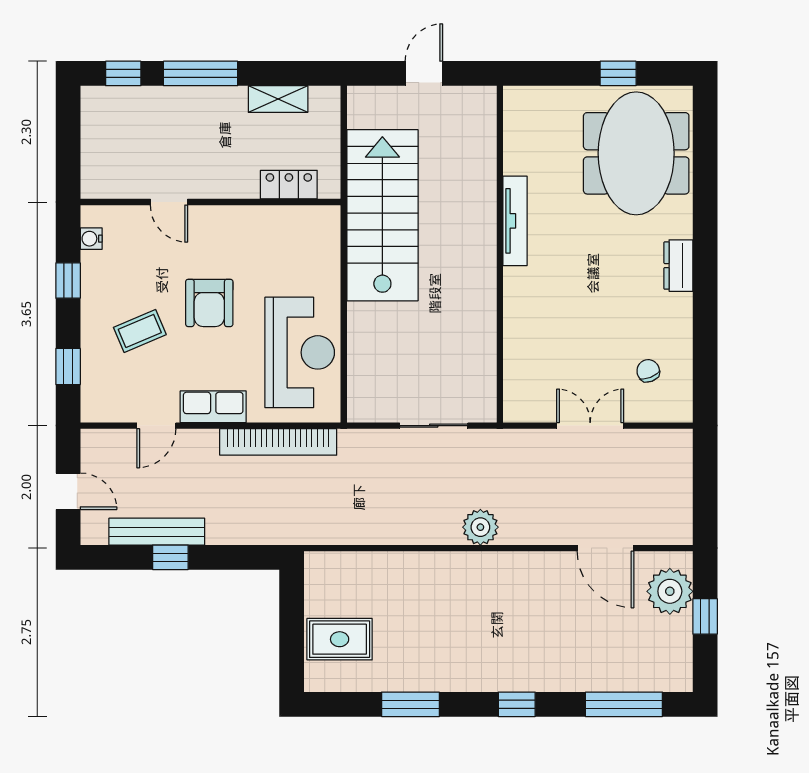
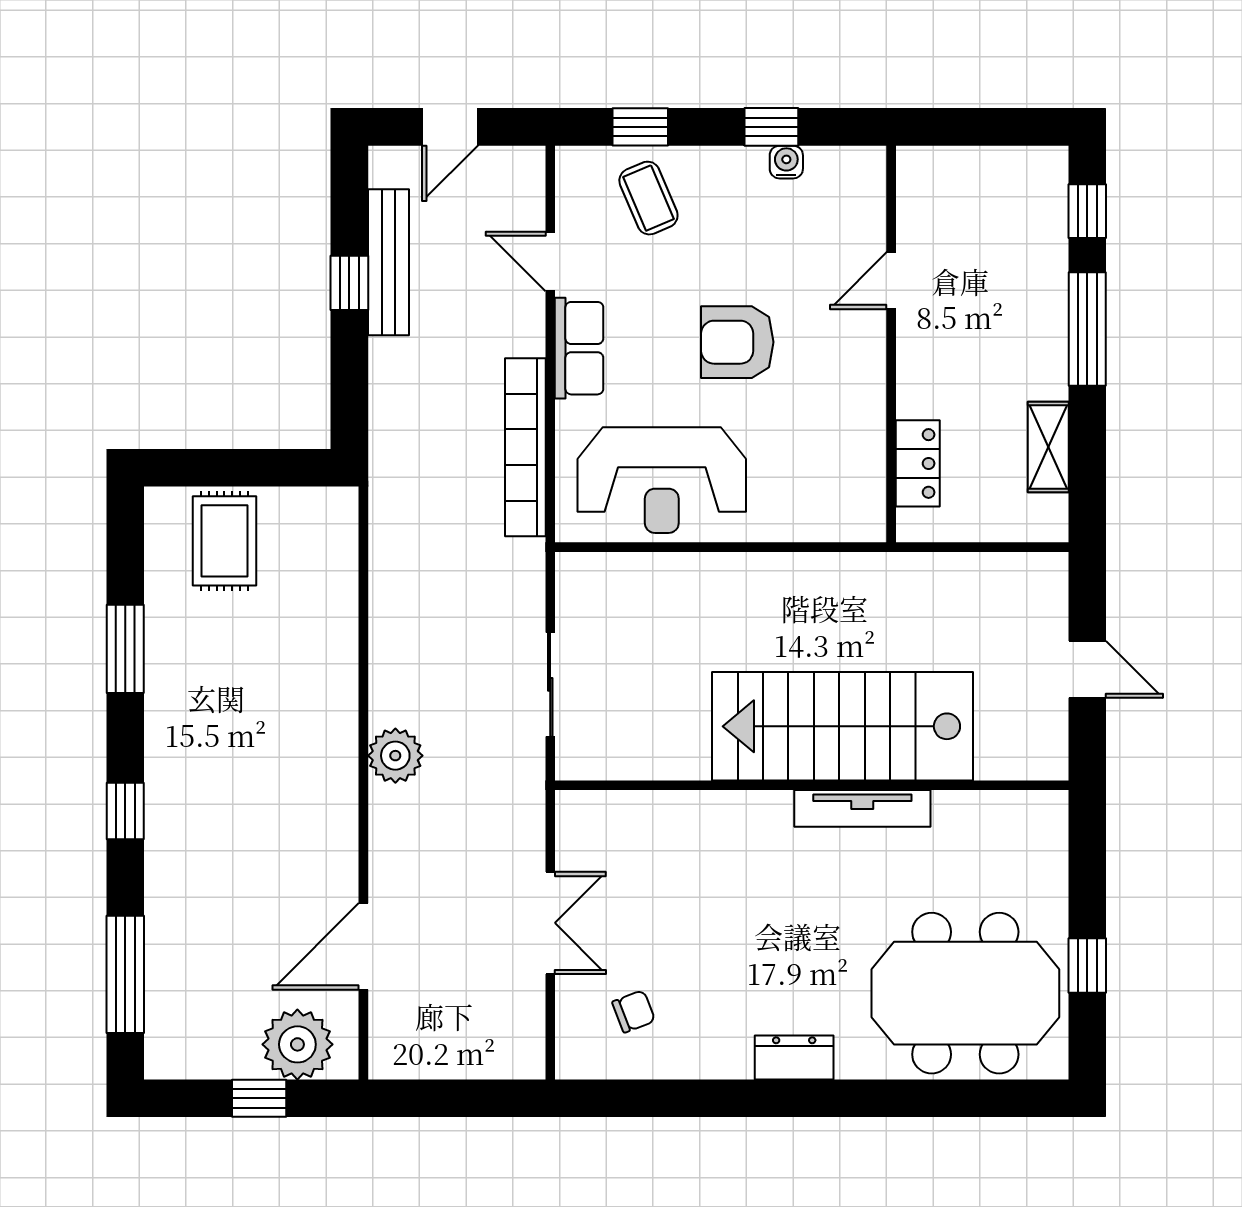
stairs: (382, 215) -> (843, 726), moved, turned 180
water cooler: (91, 239) -> (786, 162), moved
coffee table: (140, 331) -> (648, 198), moved

